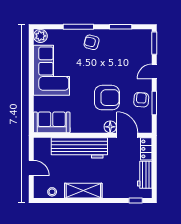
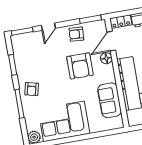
door: (154, 72) -> (48, 27), hinge flipped
armchair: (107, 98) -> (80, 66), turned 180
window: (154, 103) -> (90, 19), moved
sofa: (52, 122) -> (110, 100), moved

